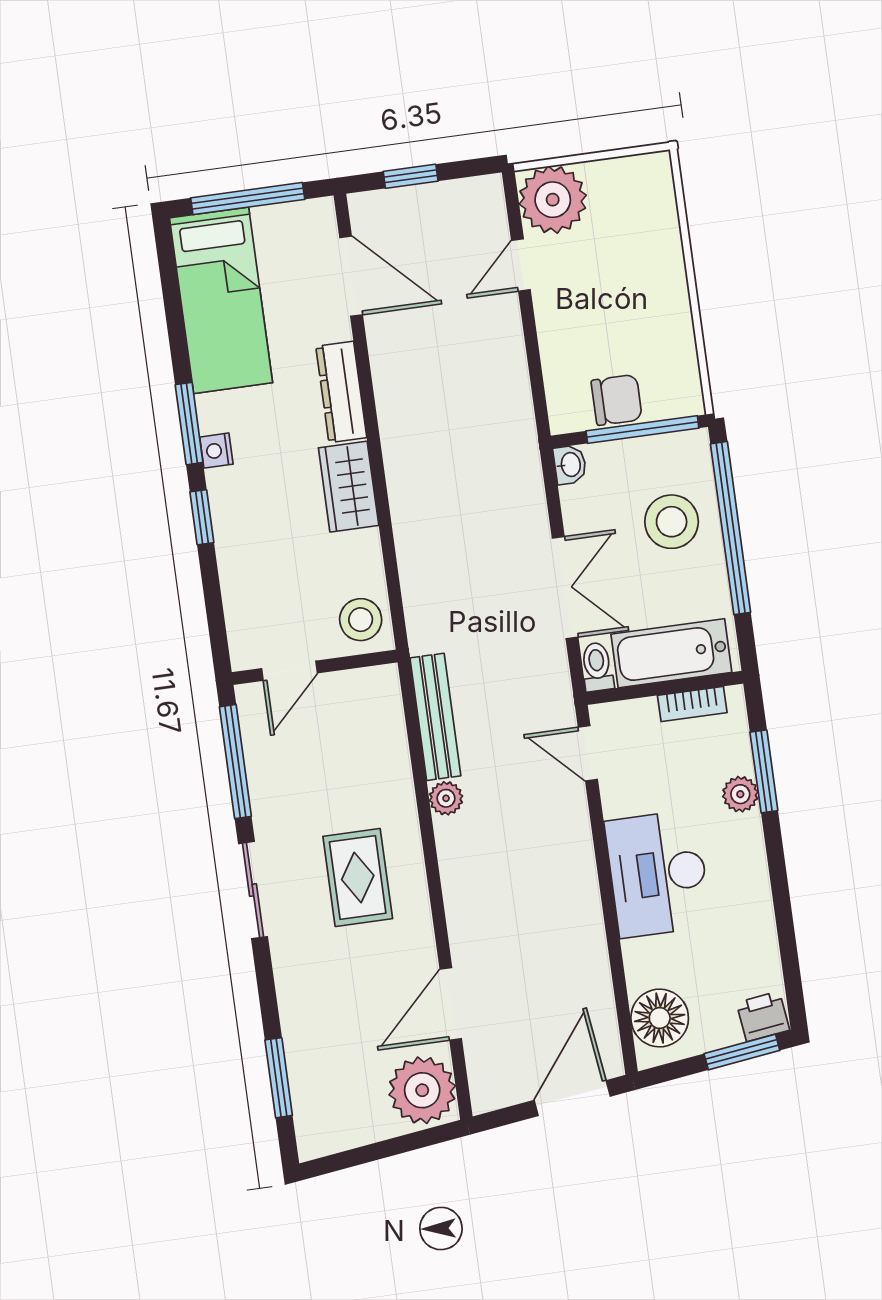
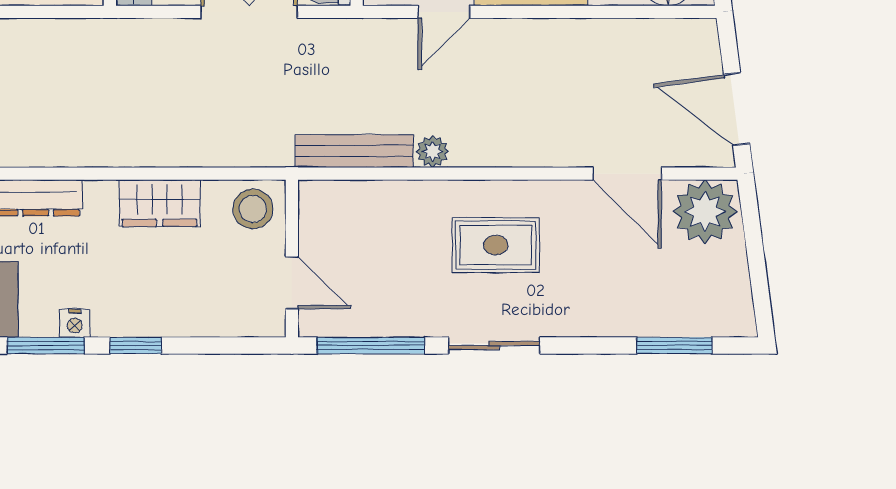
wardrobe: (349, 487) -> (160, 203), moved
door: (588, 753) -> (444, 12), moved
door: (572, 1098) -> (737, 109), moved

